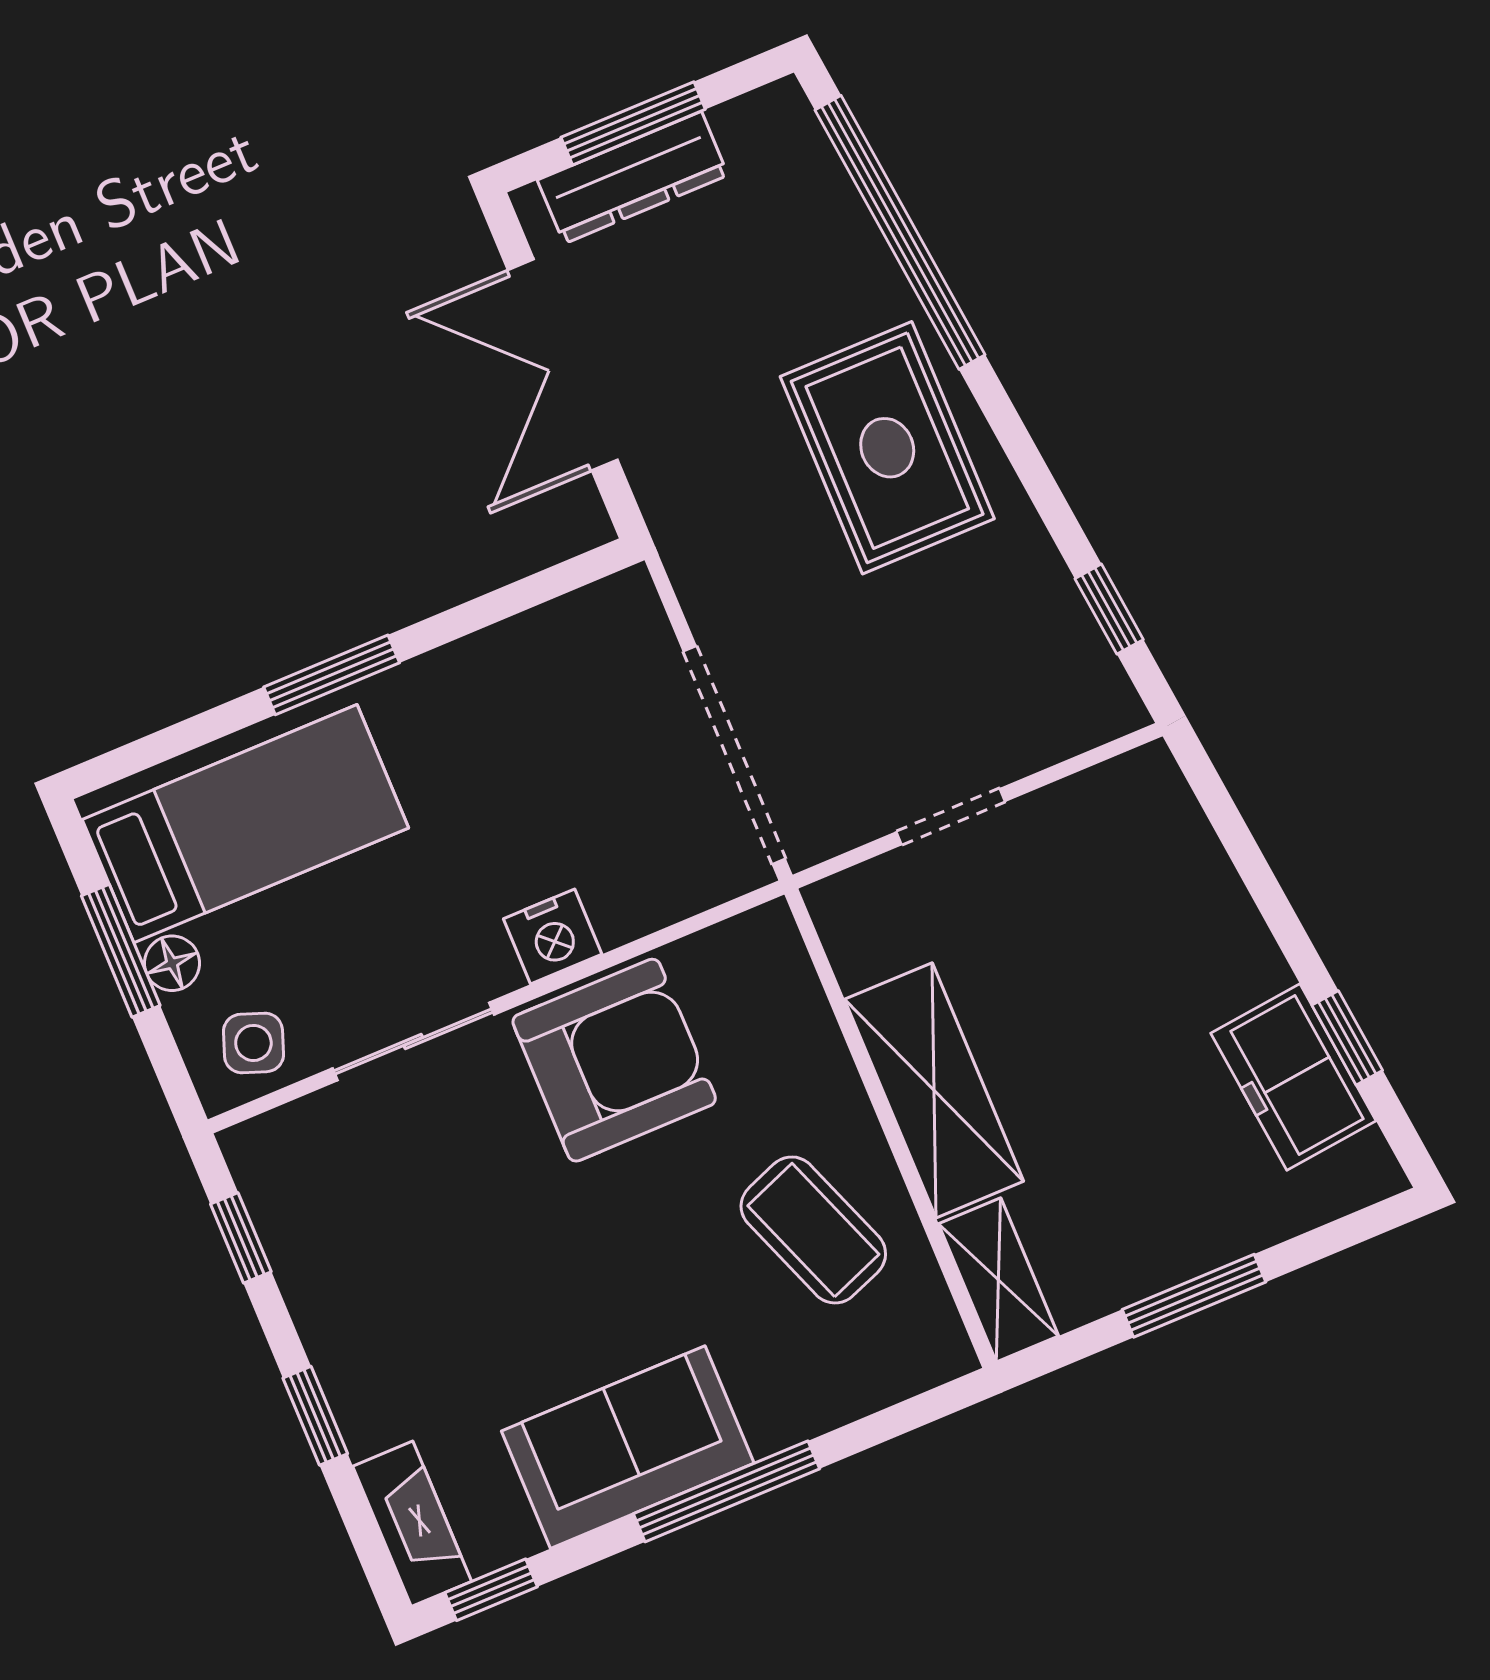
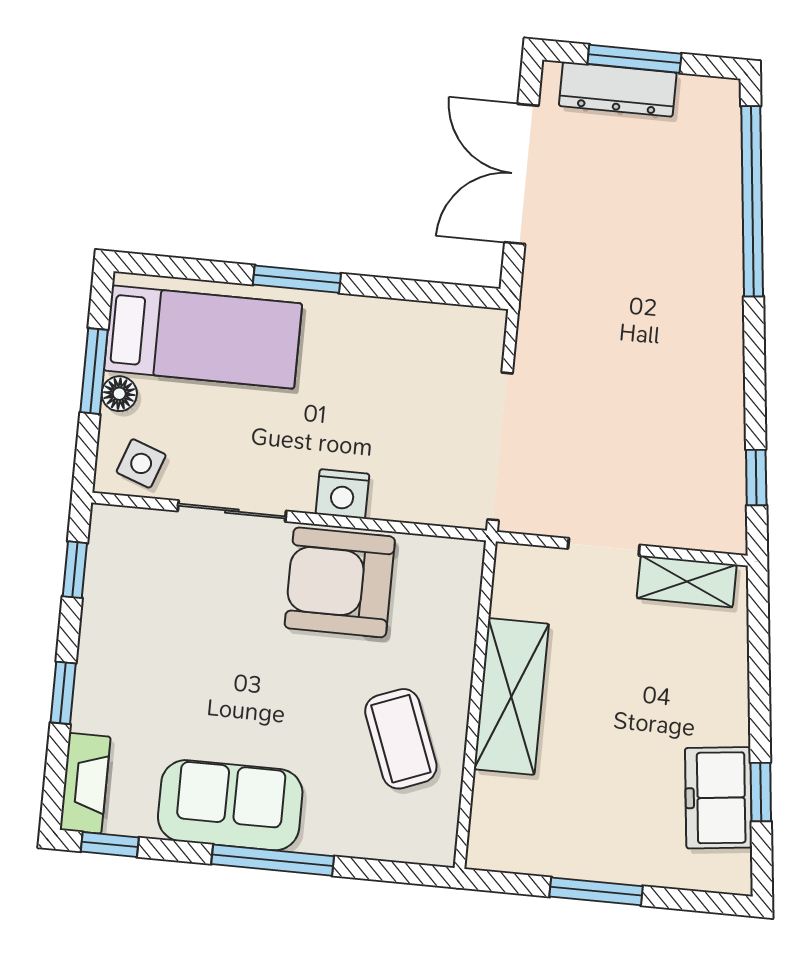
rug: (887, 448) -> (680, 319), removed
armchair: (614, 1060) -> (340, 582), turned 180
shelving: (998, 1280) -> (687, 581), moved, turned 90

